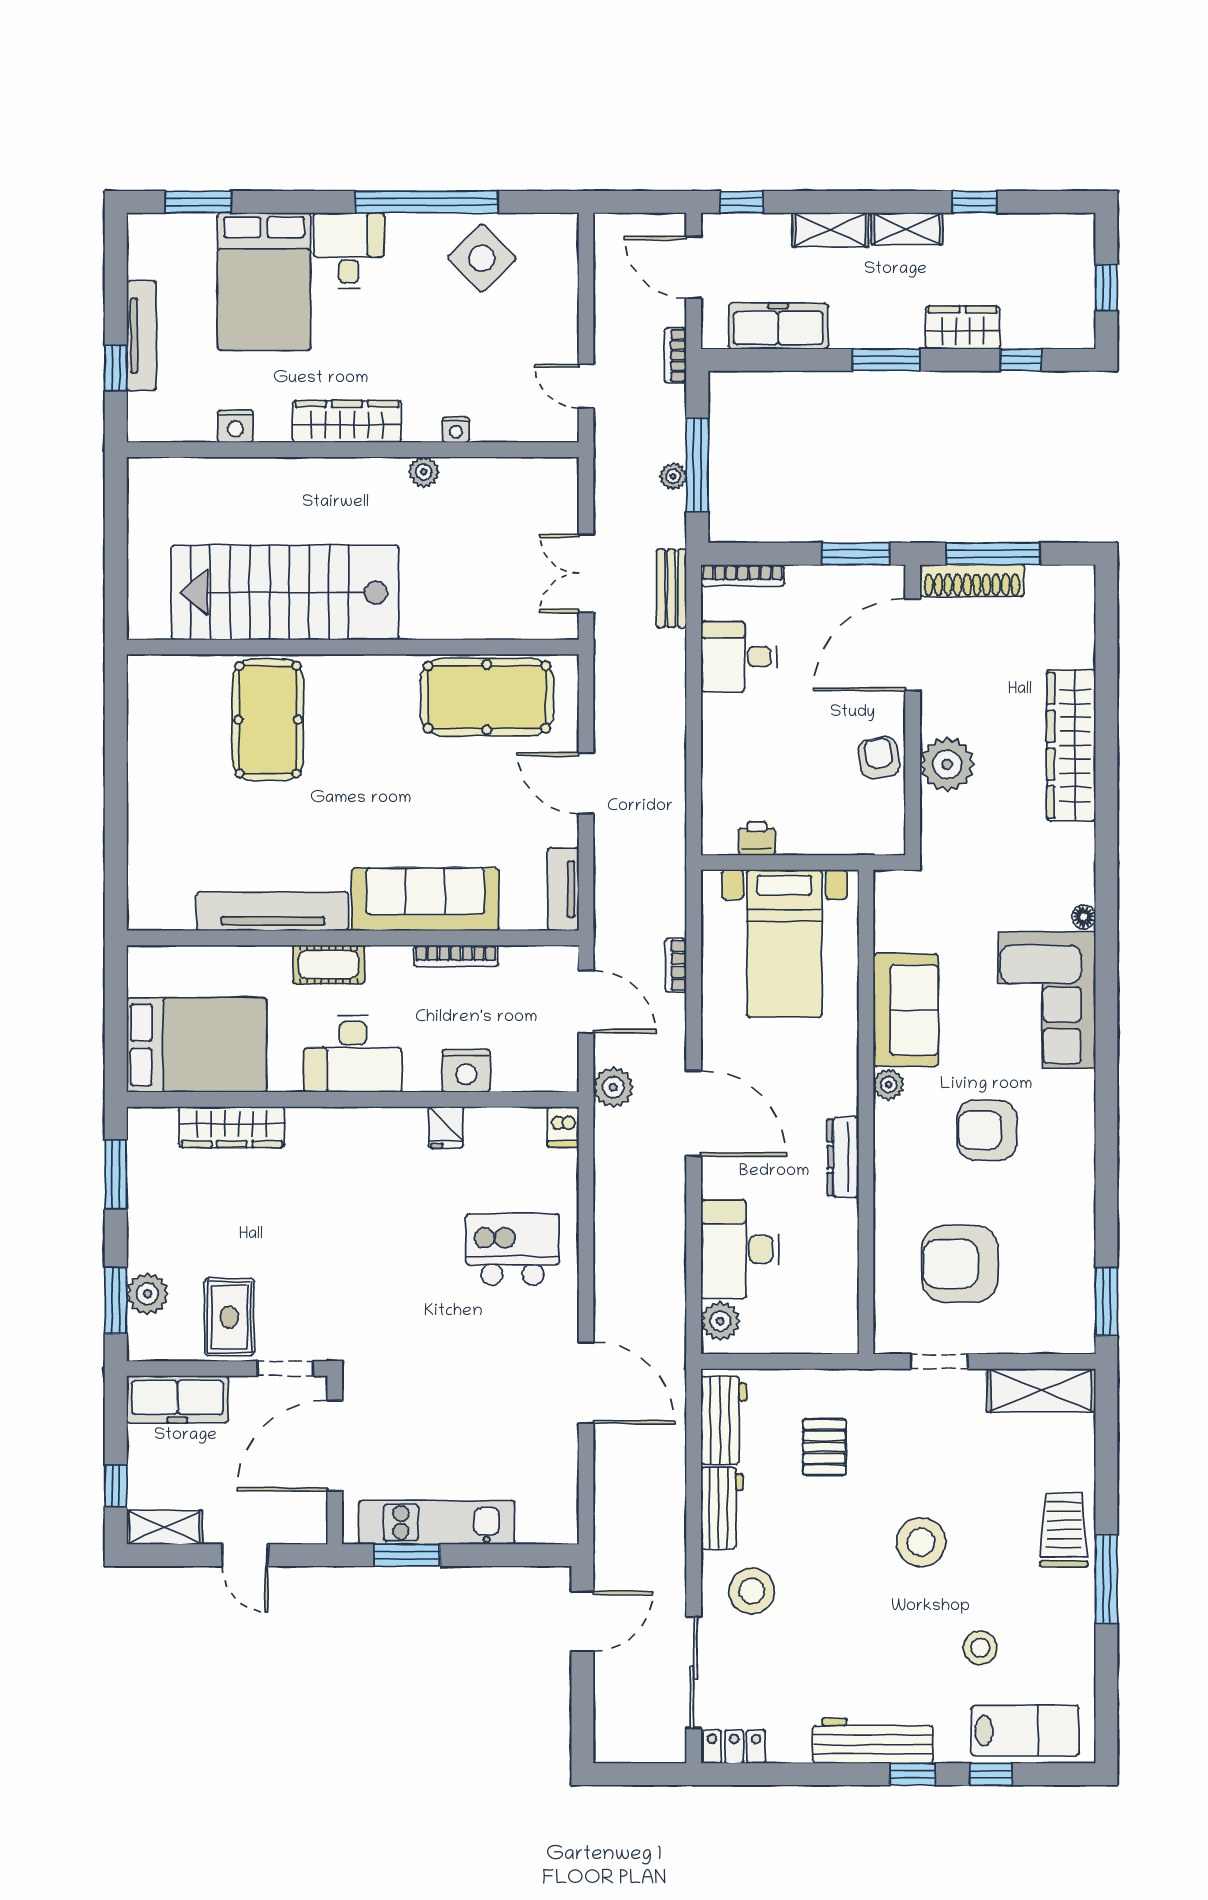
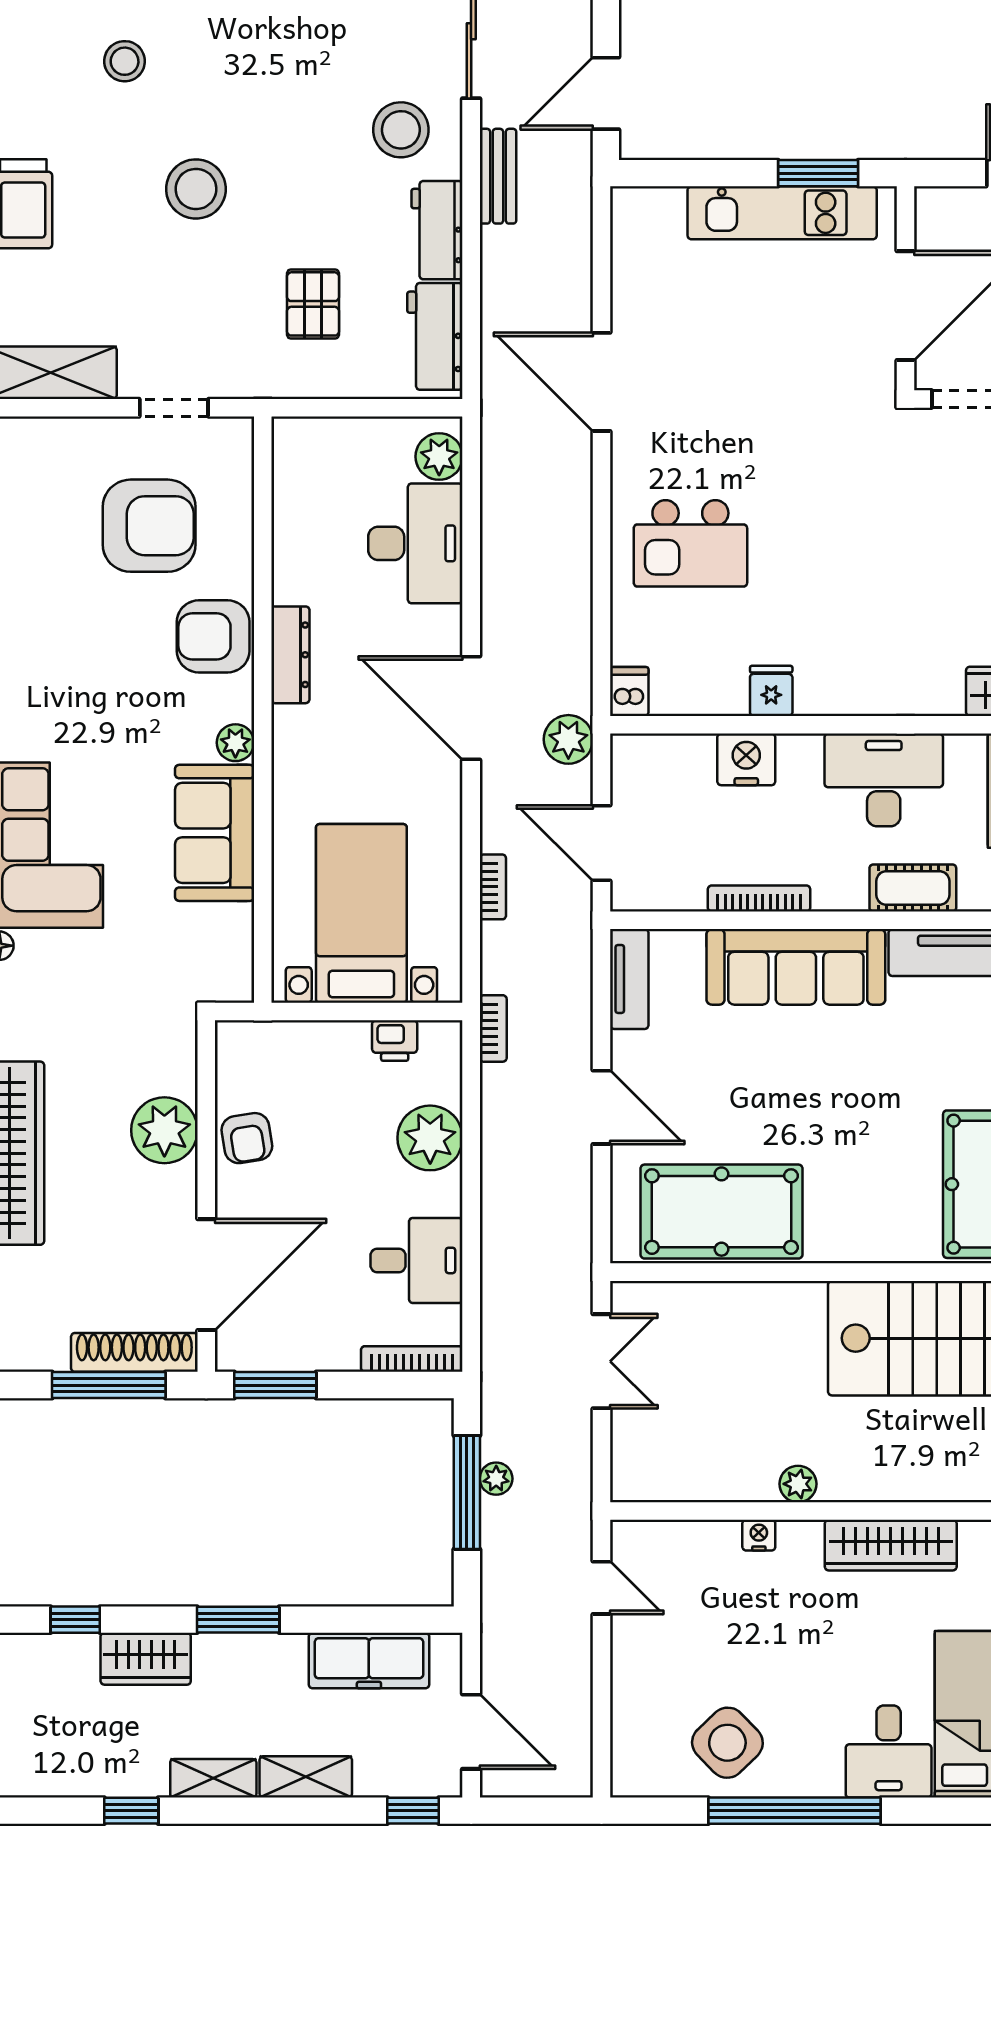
bookcase: (675, 355) -> (493, 1028), moved
bench: (672, 588) -> (498, 176), moved
plant: (728, 758) -> (430, 1138), added
armchair: (987, 1130) -> (213, 636), moved, turned 180

